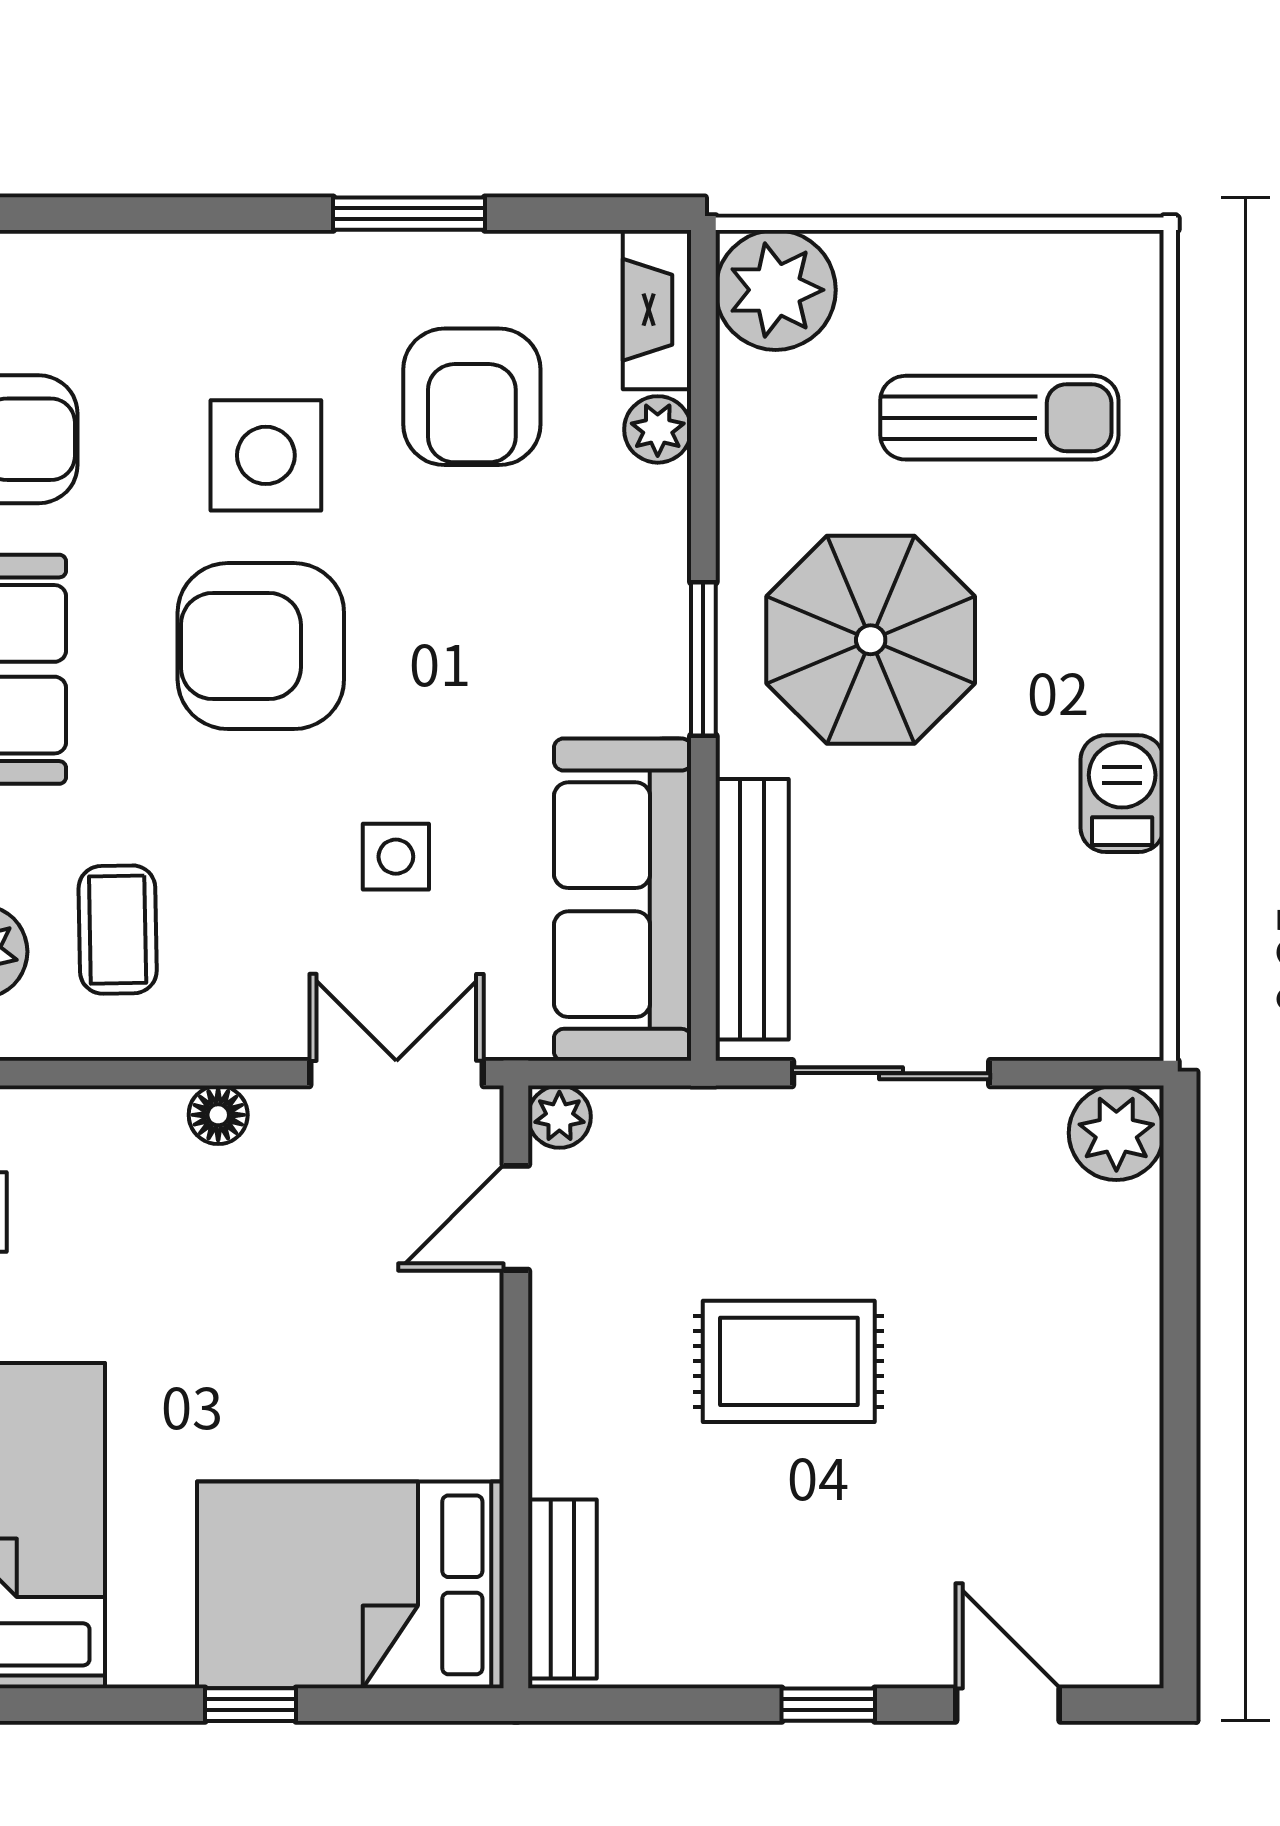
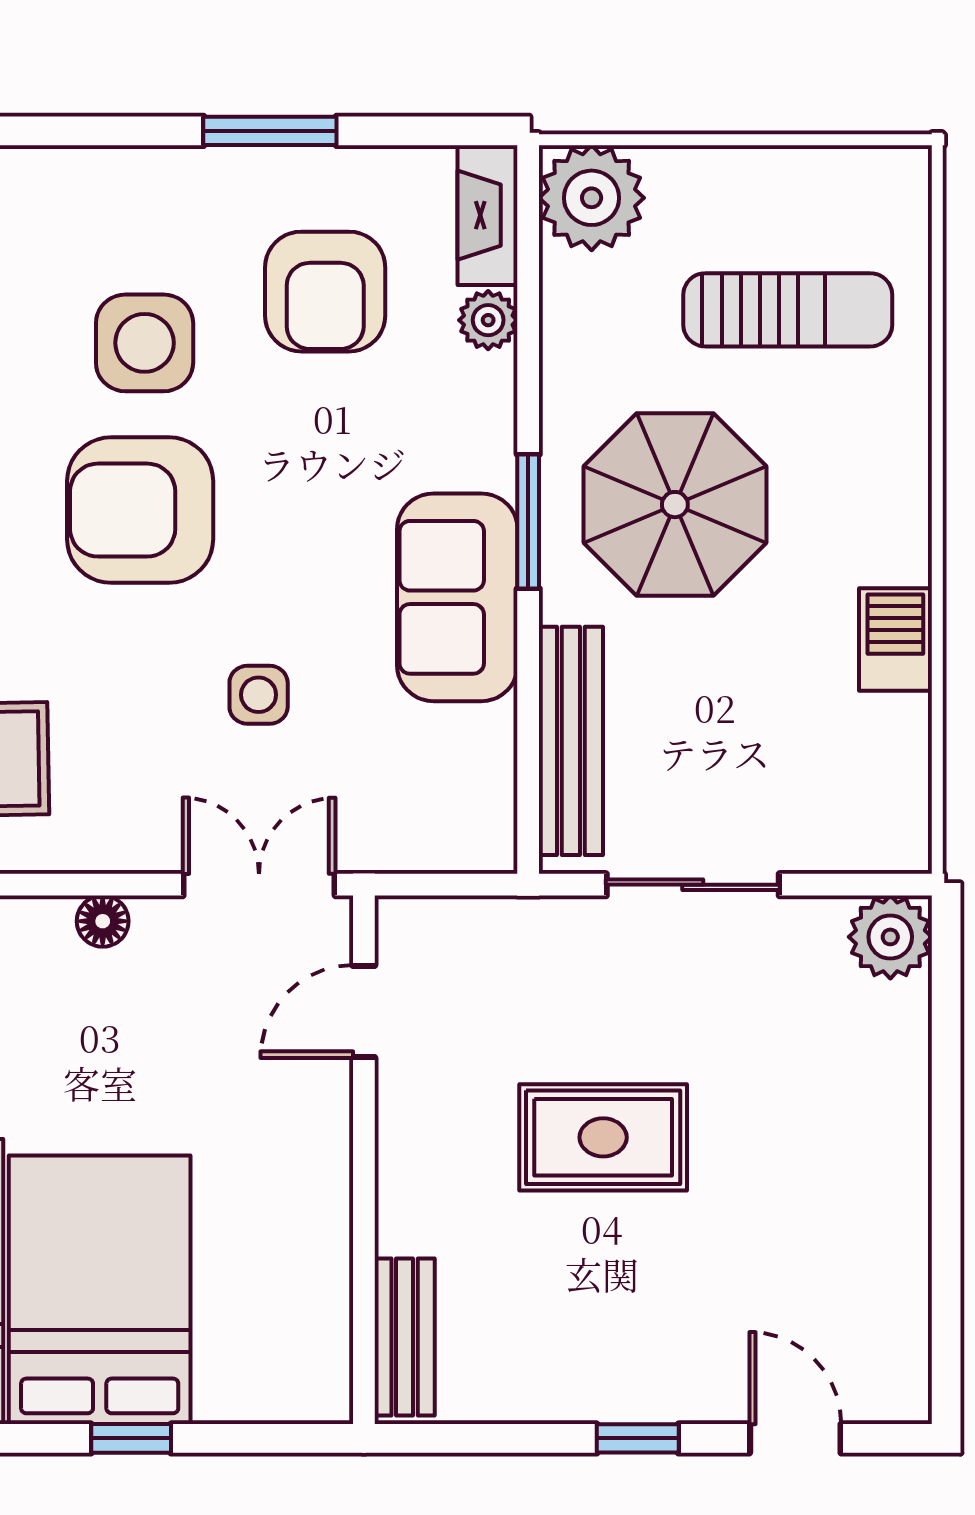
sofa: (623, 900) -> (457, 597), moved, width x0.73
plant: (559, 1117) -> (402, 923), removed
bed: (350, 1585) -> (100, 1290), moved, turned 90

